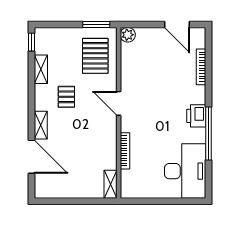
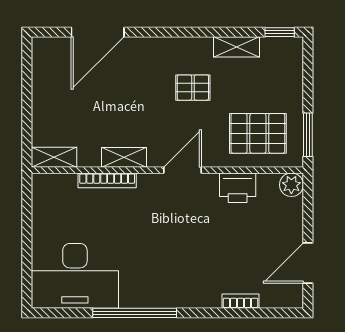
bookcase: (201, 67) -> (241, 301), width x0.64
printer: (196, 116) -> (238, 188), moved, turned 180
shelving: (41, 125) -> (124, 157), moved

